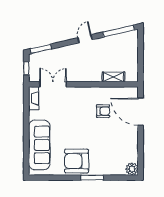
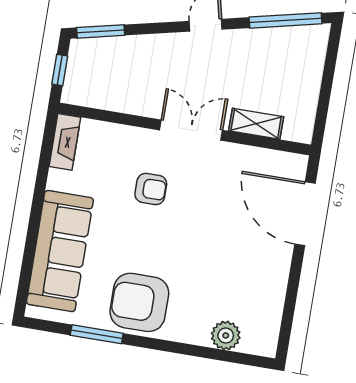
double door: (53, 84) -> (191, 130), moved
armchair: (103, 111) -> (151, 189), moved
plant: (132, 169) -> (226, 335), moved
window: (92, 178) -> (97, 334), moved

